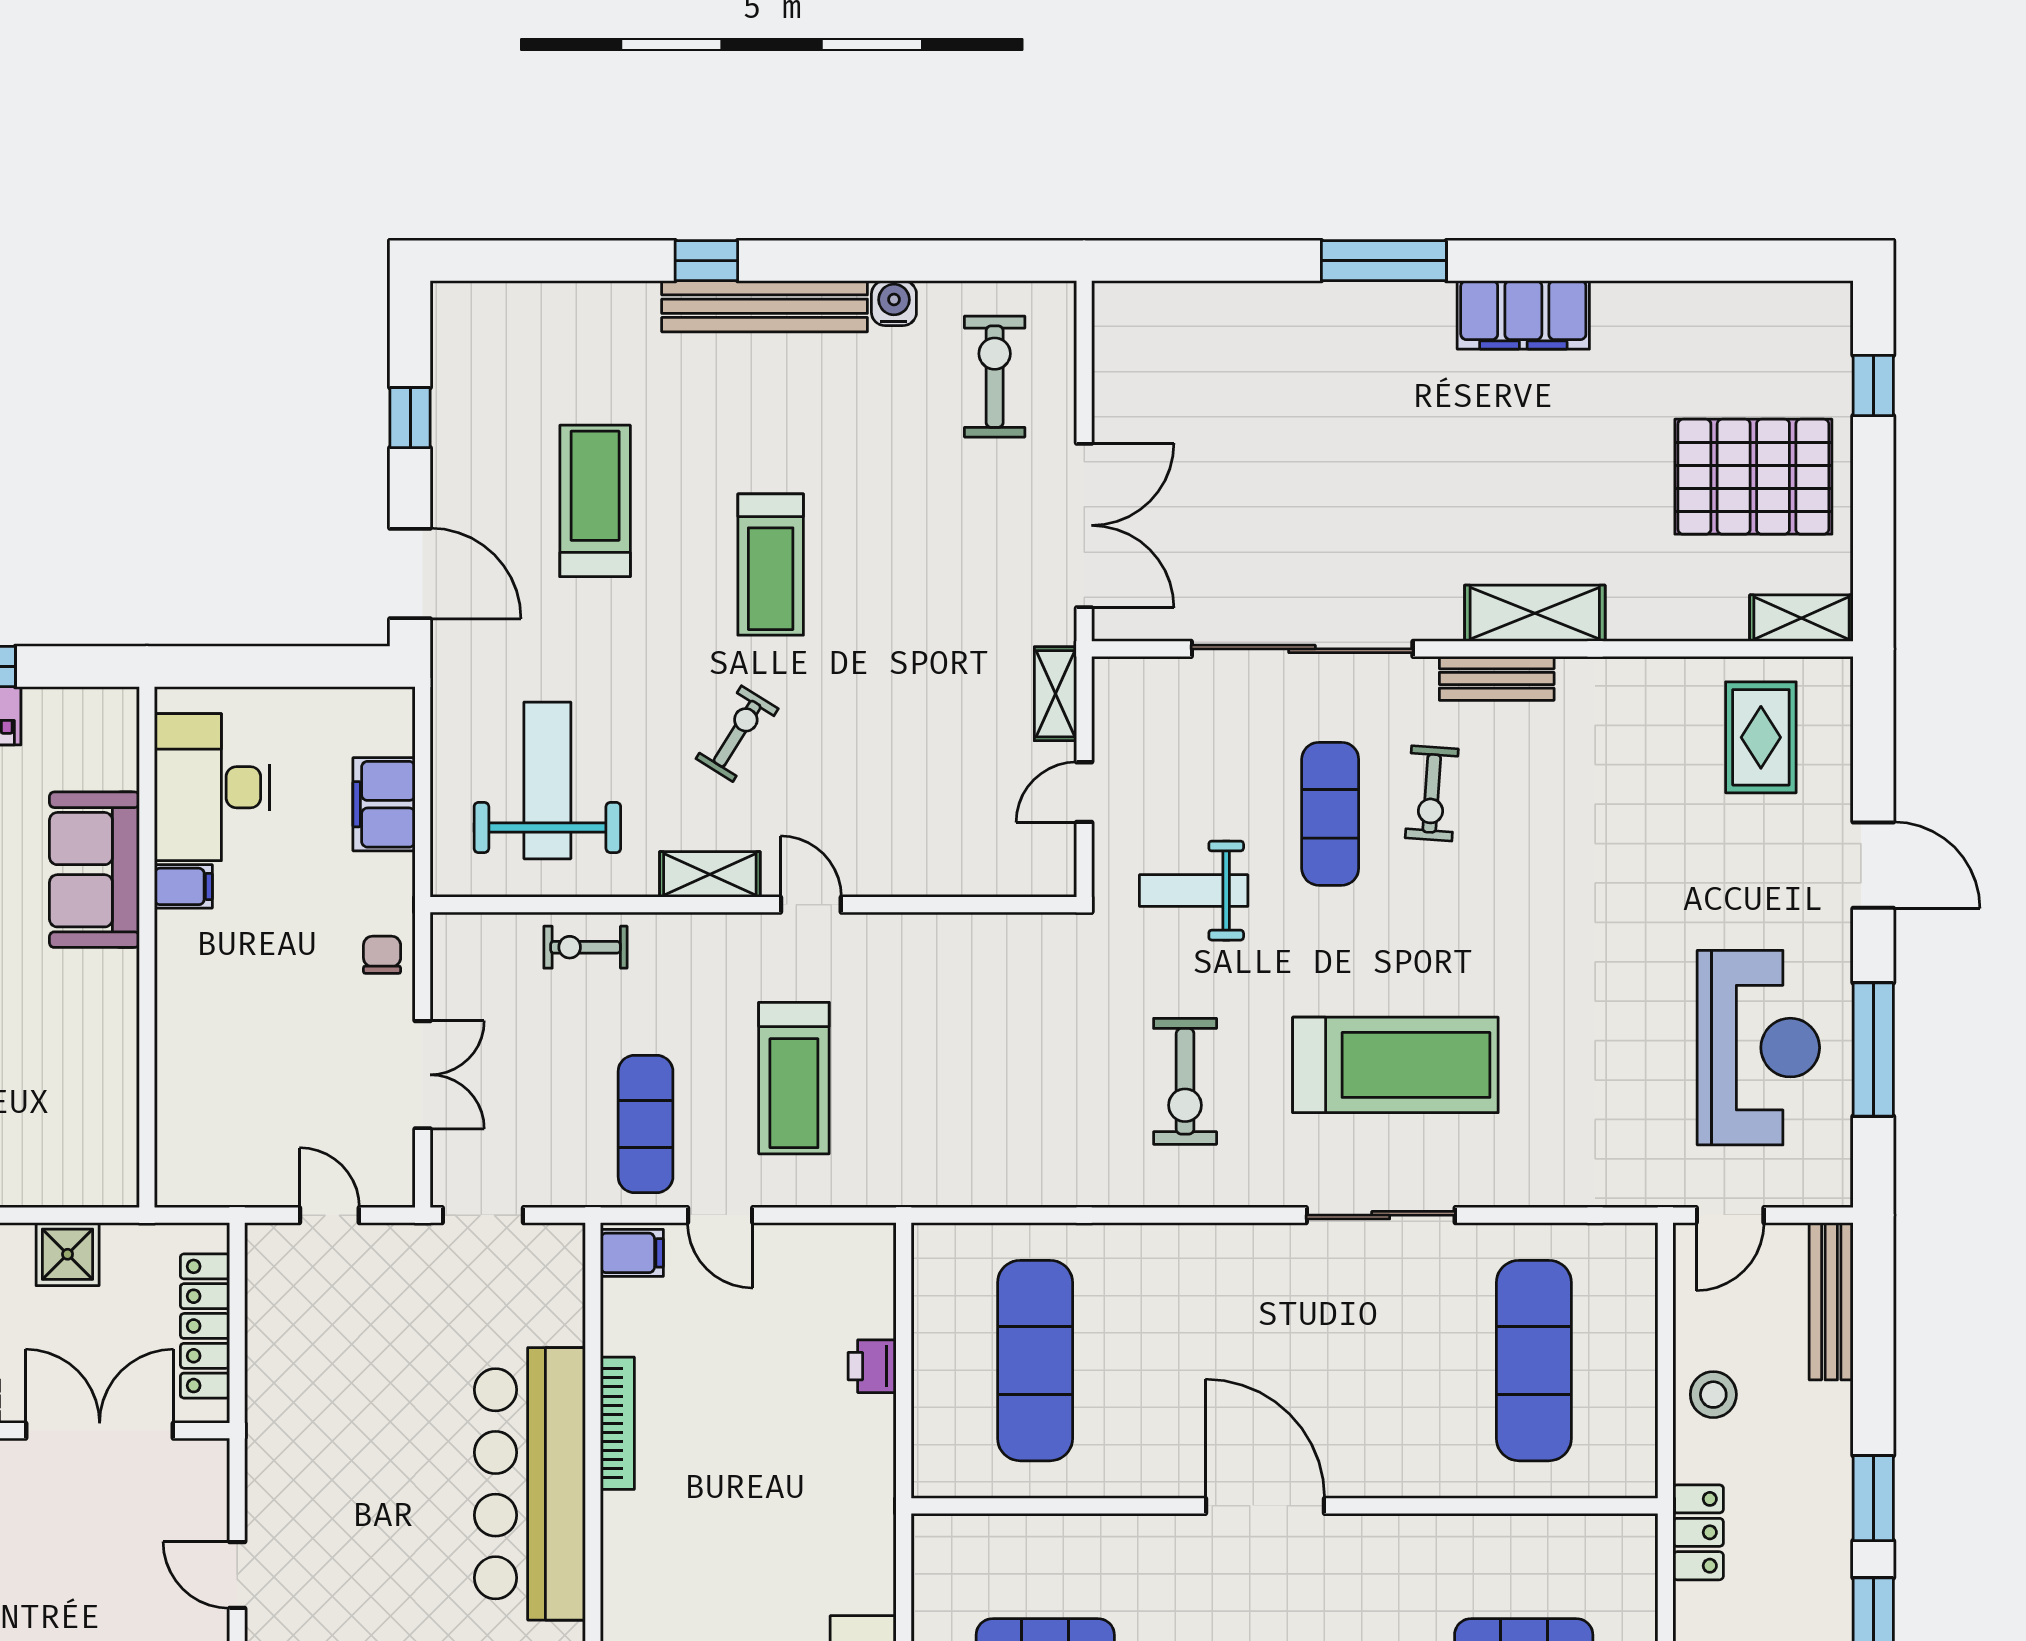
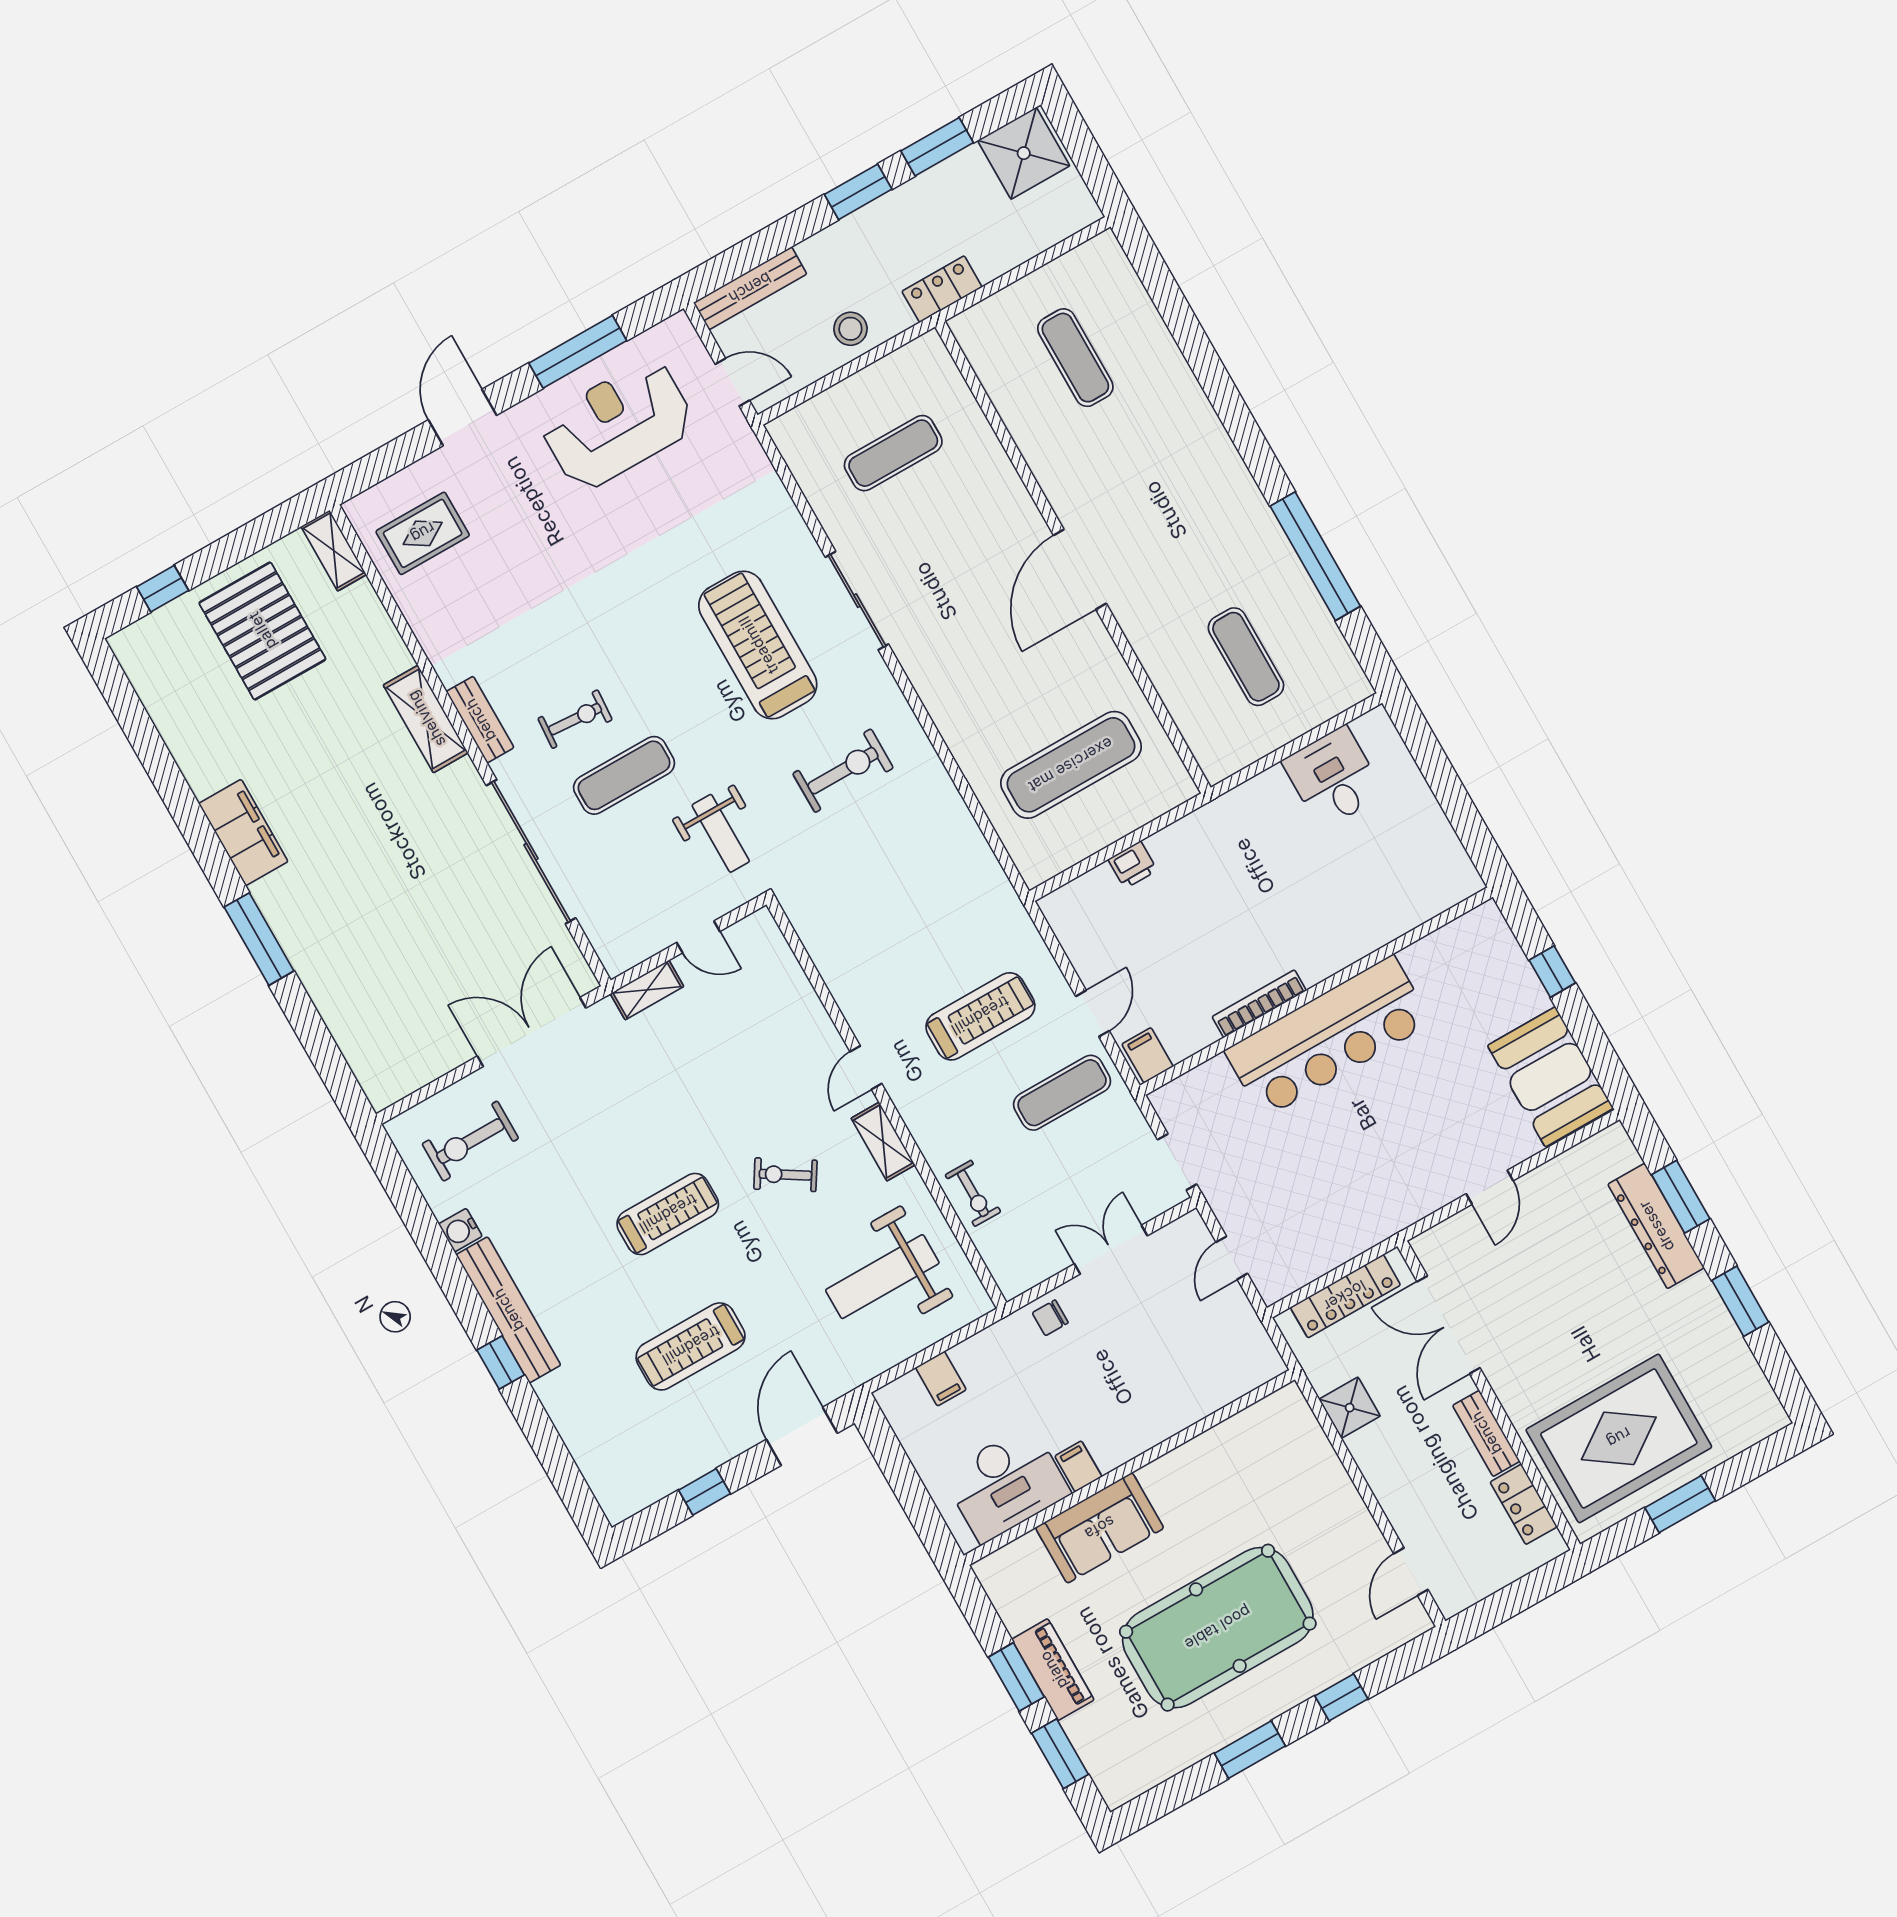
filing cabinet: (384, 804) -> (941, 1379), width x0.50
exercise mat: (1534, 1361) -> (893, 453), width x0.73, depth x0.69

